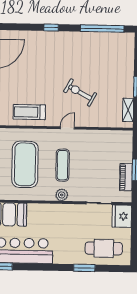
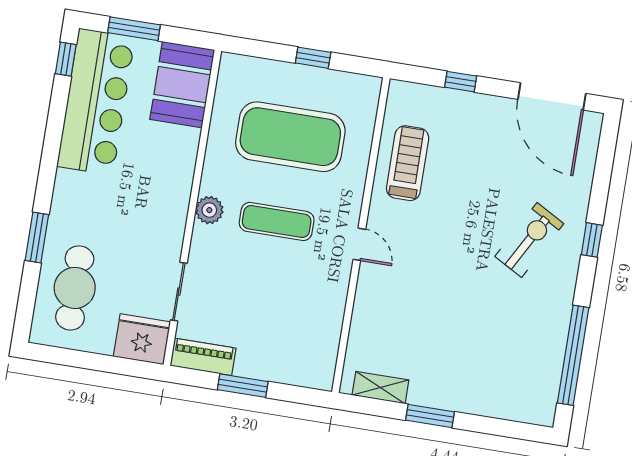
exercise bike: (80, 92) -> (529, 240), moved
piano: (126, 177) -> (203, 357), moved

